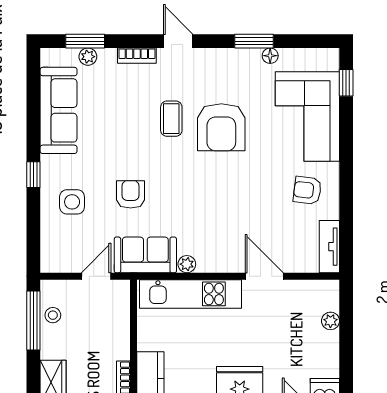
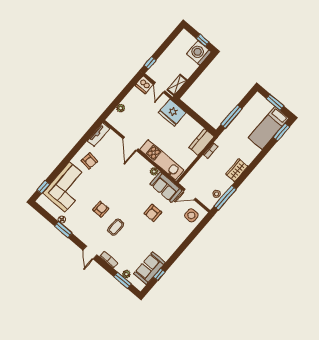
sofa: (59, 110) -> (149, 268), width x0.73
armchair: (221, 127) -> (101, 209), width x0.53, depth x0.53
window: (33, 175) -> (159, 275), moved
side table: (72, 202) -> (191, 215), moved

